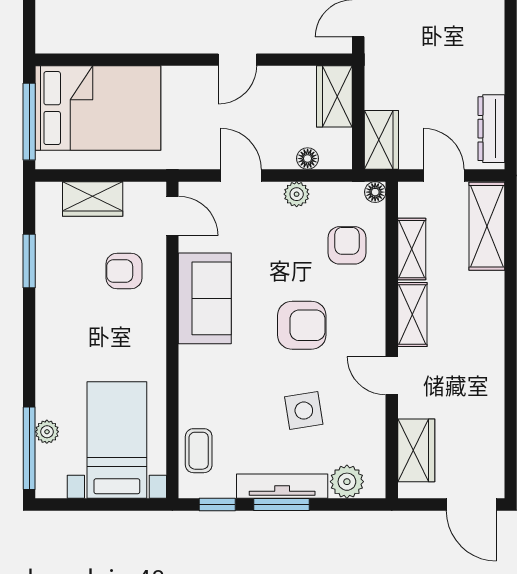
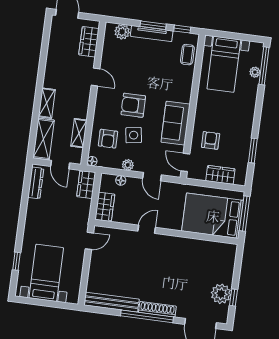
armchair: (124, 271) -> (211, 140), turned -90
shelving: (412, 315) -> (47, 103), moved
side table: (304, 411) -> (134, 135), moved

